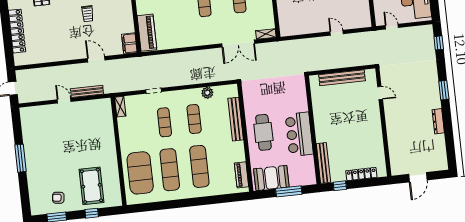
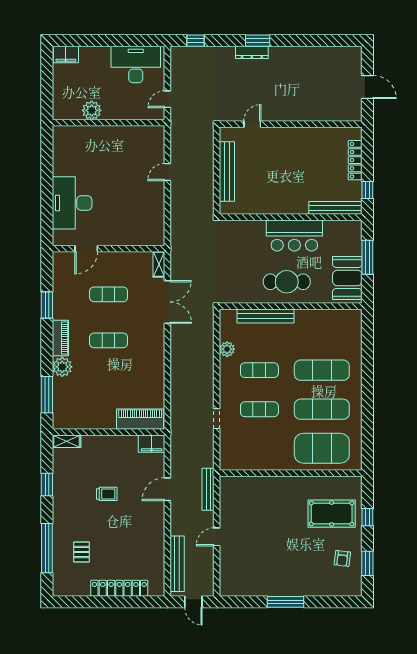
bench: (40, 73) -> (177, 564), added
bench: (87, 91) -> (208, 489), moved
shelving: (120, 107) -> (233, 465), removed
dresser: (438, 121) -> (252, 52), moved
piano: (242, 175) -> (339, 316), removed

